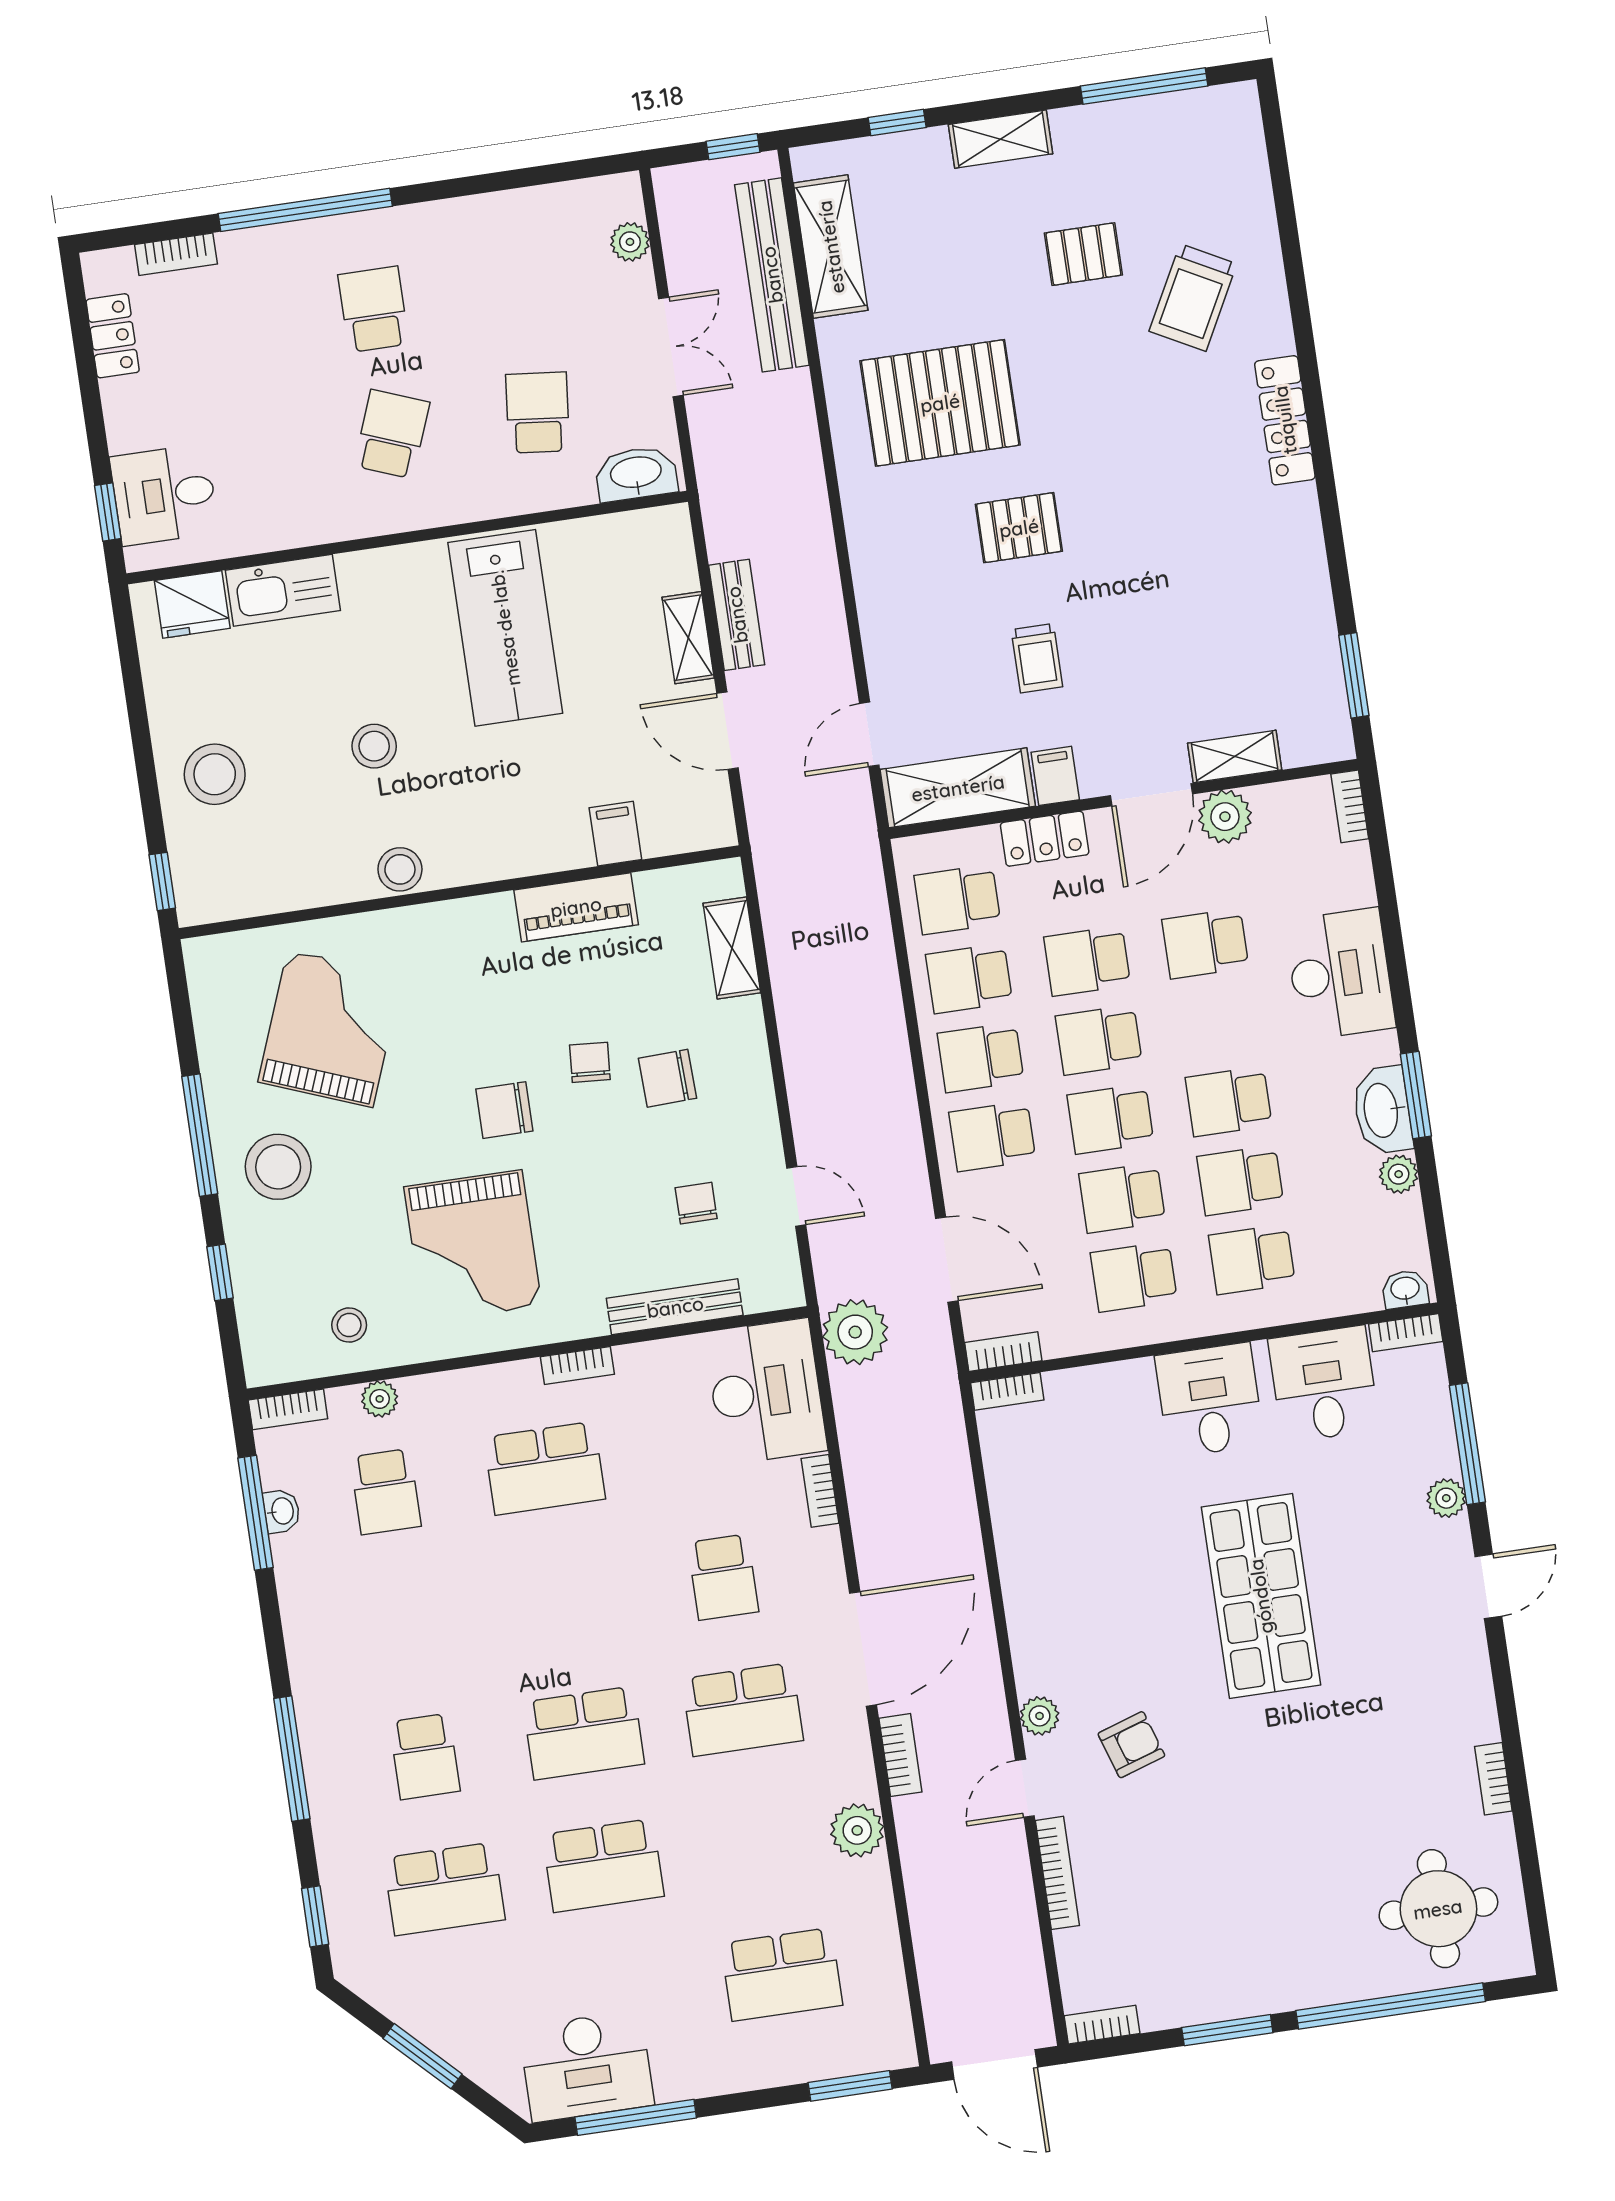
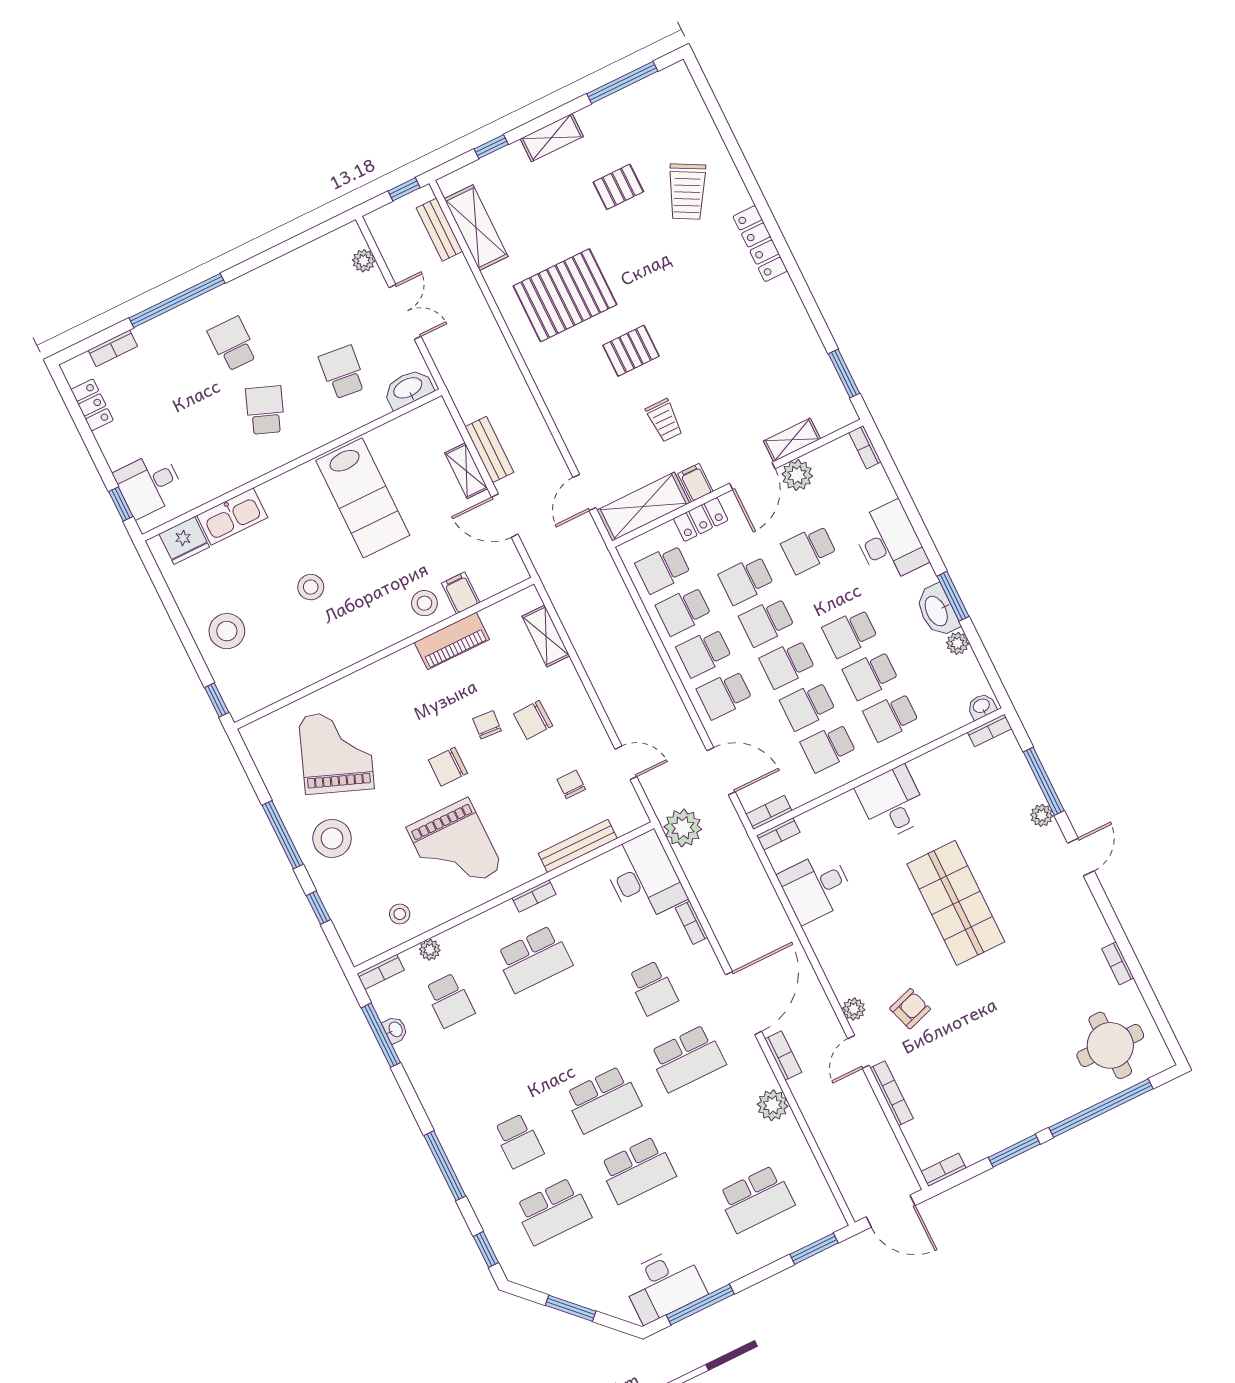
bench: (772, 275) -> (439, 230), width x0.54, depth x0.82
stool: (400, 869) -> (424, 603), moved
desk: (1324, 1384) -> (816, 887), moved, turned -90

